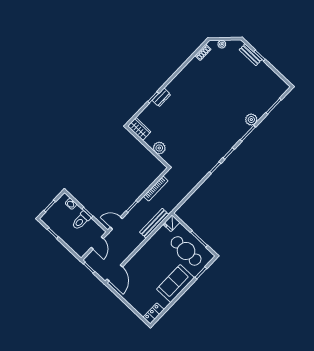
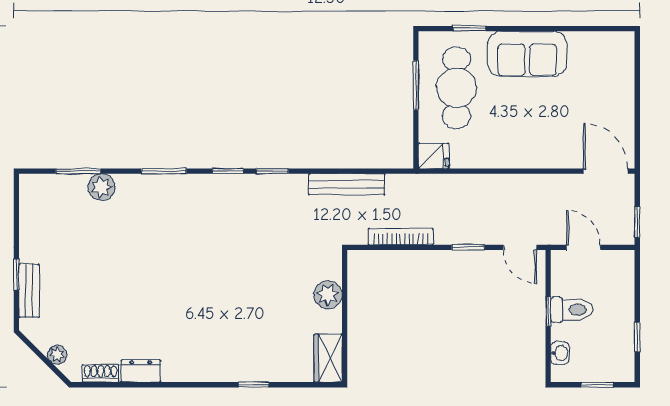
dresser: (161, 97) -> (141, 371), moved
plant: (251, 120) -> (101, 187), moved
bench: (154, 223) -> (347, 184), moved
door: (97, 243) -> (583, 247), hinge flipped
door: (115, 273) -> (606, 171), hinge flipped
locker: (154, 313) -> (611, 43), removed

